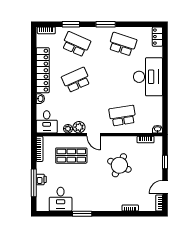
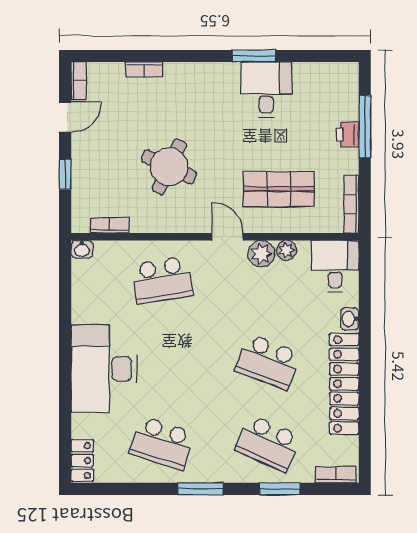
school desk: (76, 80) -> (268, 362), turned 45
desk: (61, 199) -> (266, 90), moved

